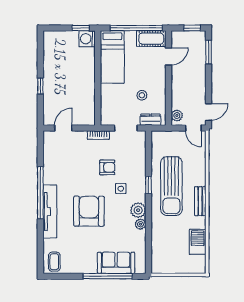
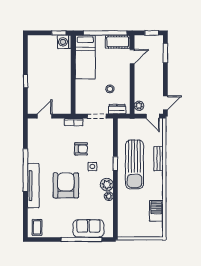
bench: (200, 201) -> (158, 159), moved

